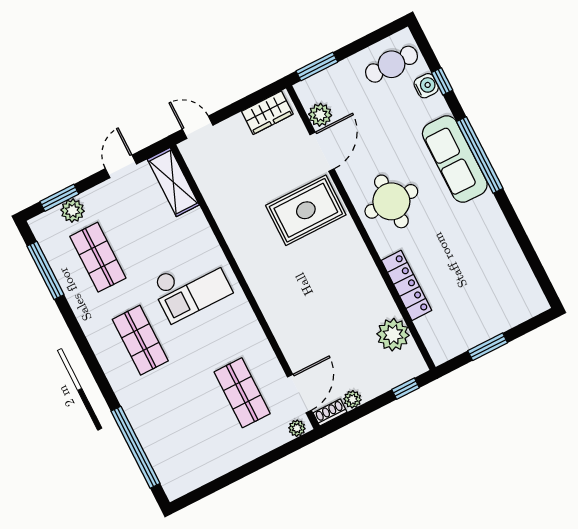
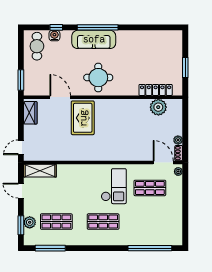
plant: (320, 115) -> (43, 90), removed
locker: (406, 285) -> (156, 90), moved
checkout: (191, 287) -> (114, 186), moved
window: (406, 389) -> (185, 114), removed

